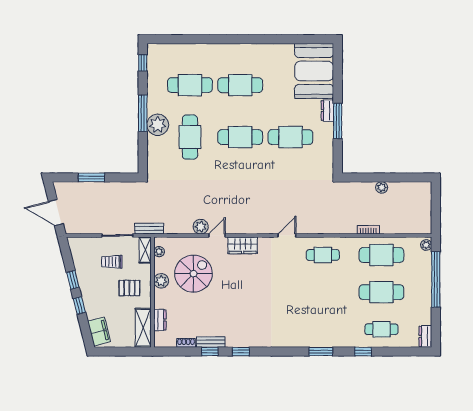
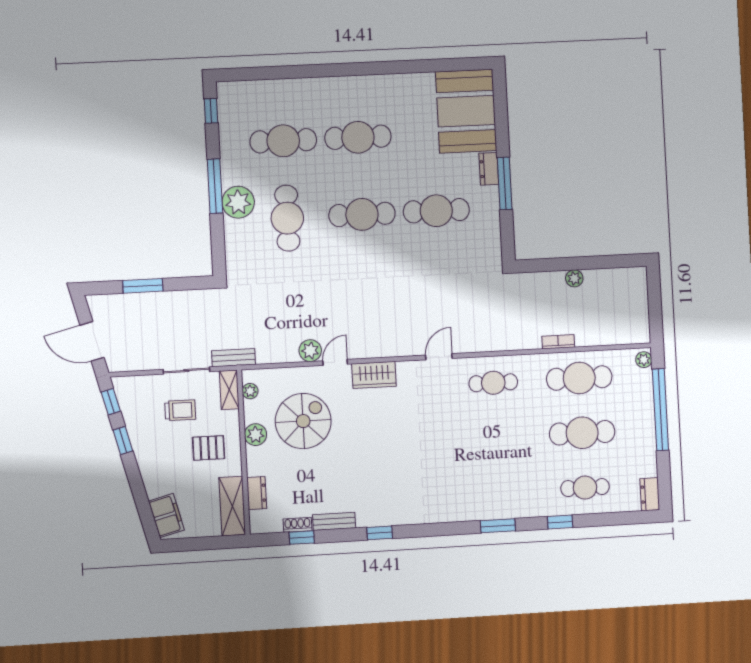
trolley: (112, 262) -> (180, 410), turned 180
window: (79, 305) -> (111, 402), moved
window: (210, 352) -> (302, 538), moved

